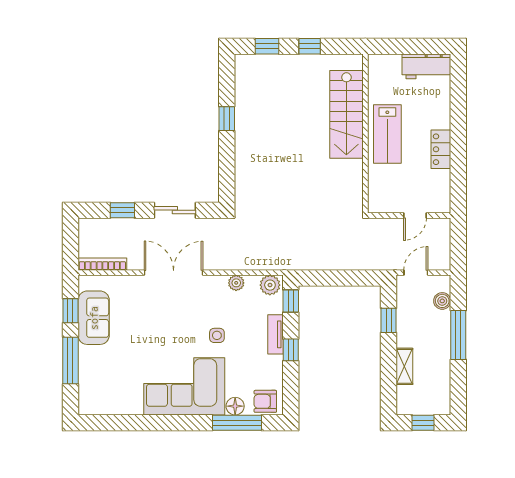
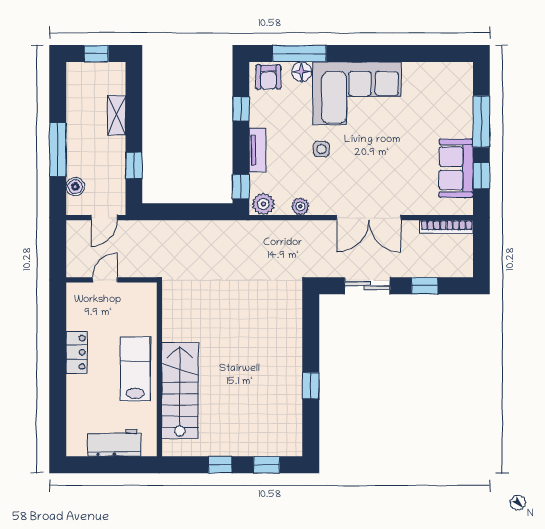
workbench: (426, 66) -> (114, 443), moved
window: (291, 350) -> (241, 109), moved
armchair: (265, 401) -> (269, 77), turned 90

